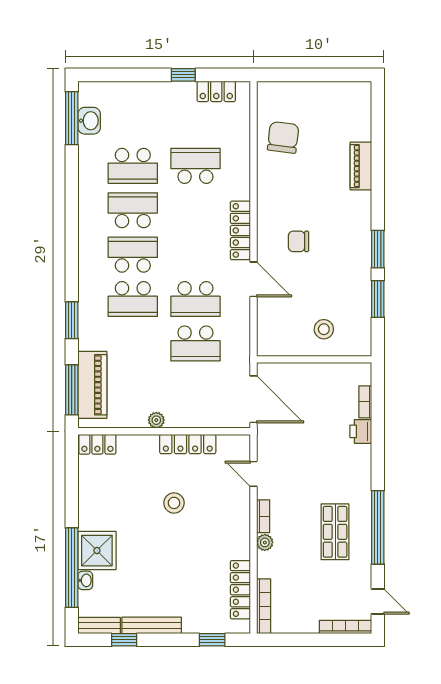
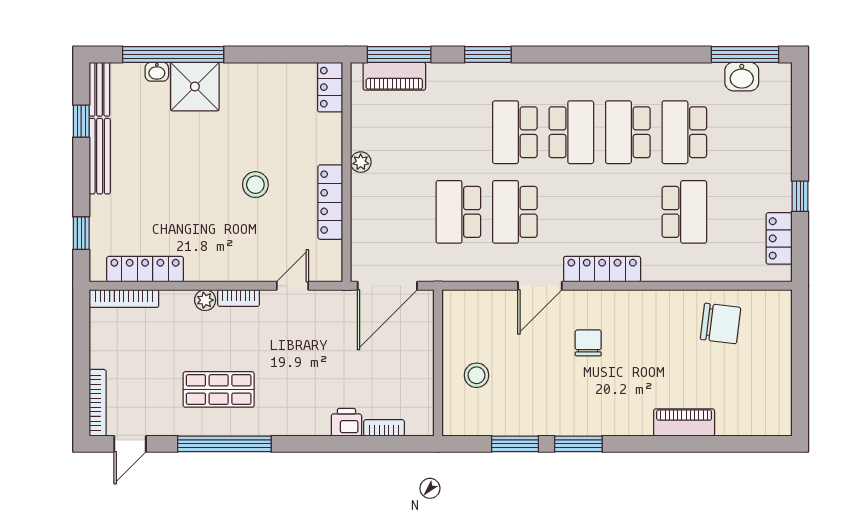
school desk: (133, 210) -> (628, 132), turned 180
piano: (92, 385) -> (394, 76), width x0.73, depth x0.75

